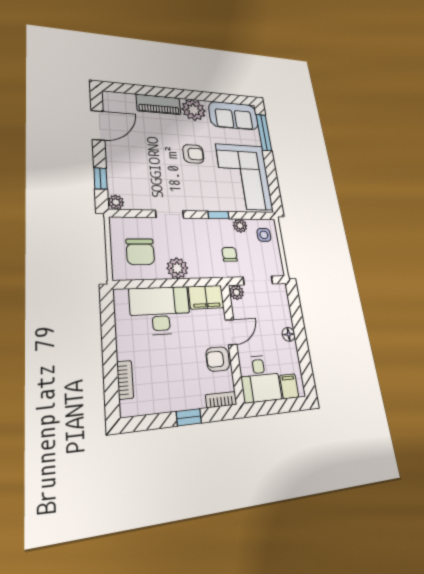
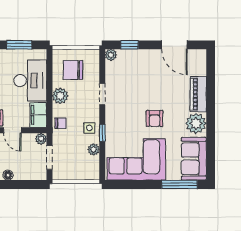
side table: (264, 235) -> (89, 128), moved
chair: (230, 254) -> (61, 123), moved
window: (108, 330) -> (19, 45), added

